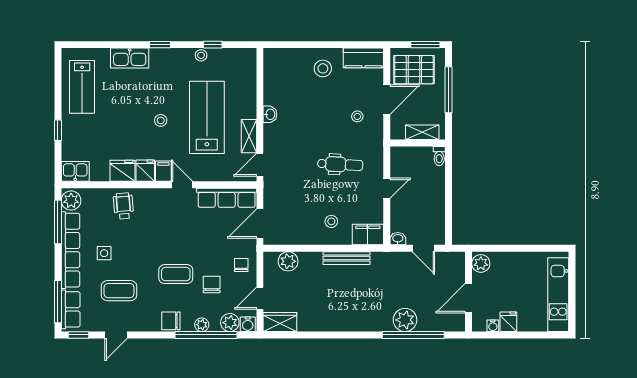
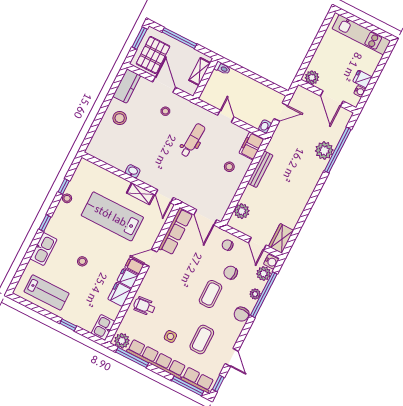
stool: (161, 120) -> (82, 261), moved

